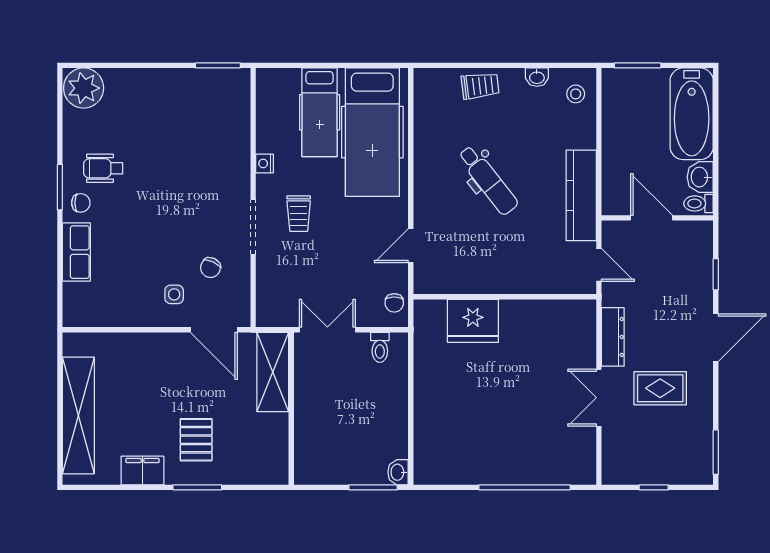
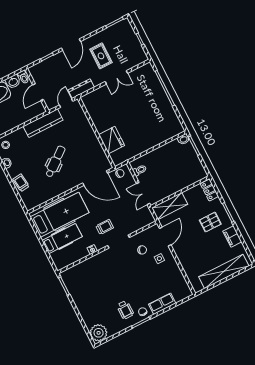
door: (411, 246) -> (95, 178), width x1.88
dresser: (613, 337) -> (81, 89), moved
door: (716, 338) -> (71, 45), swing flipped
locker: (264, 472) -> (209, 190), added

